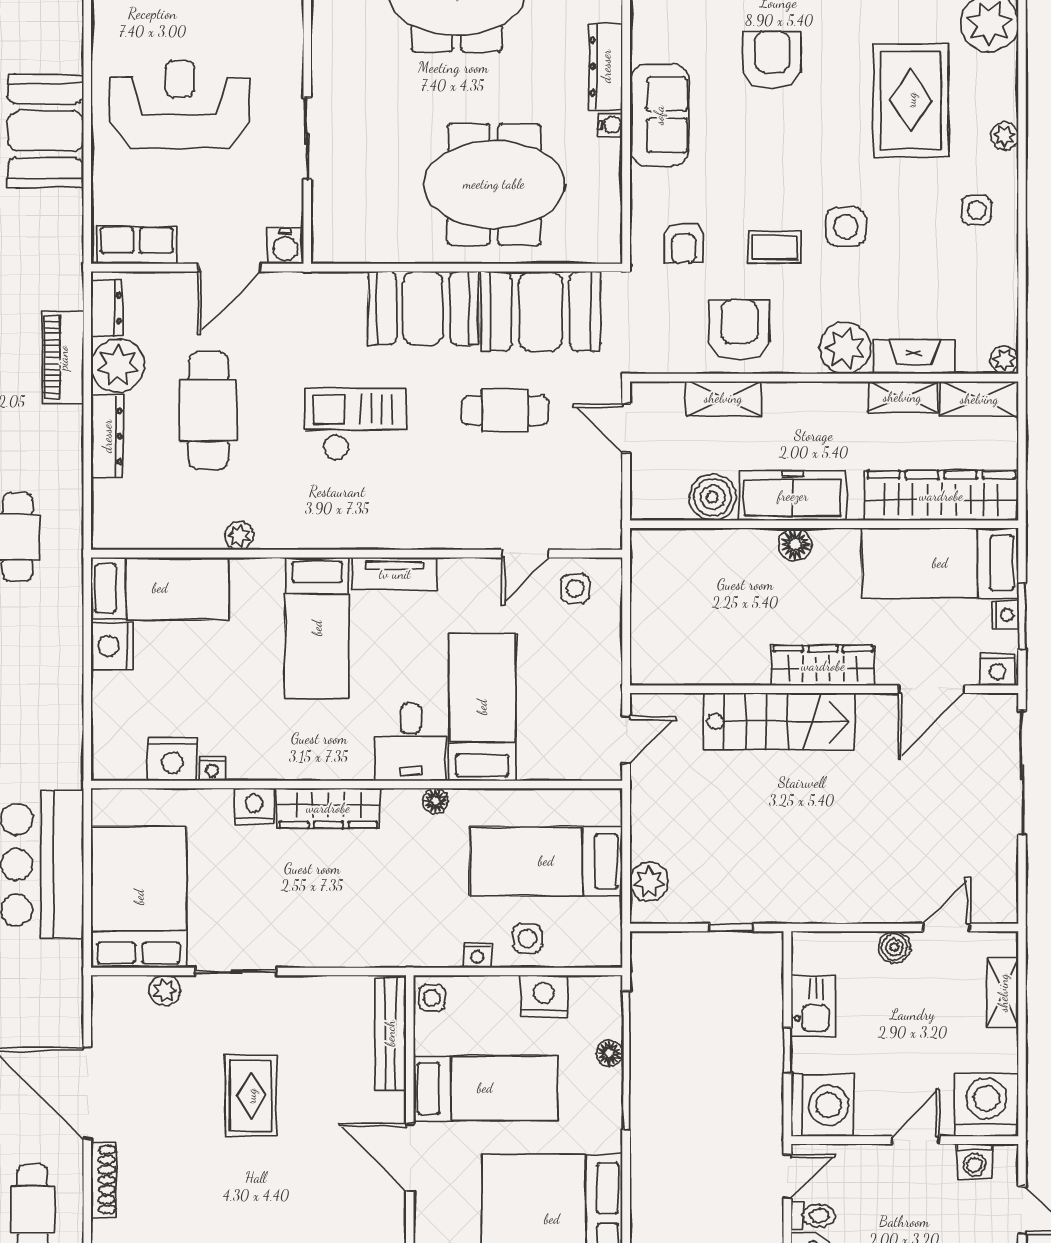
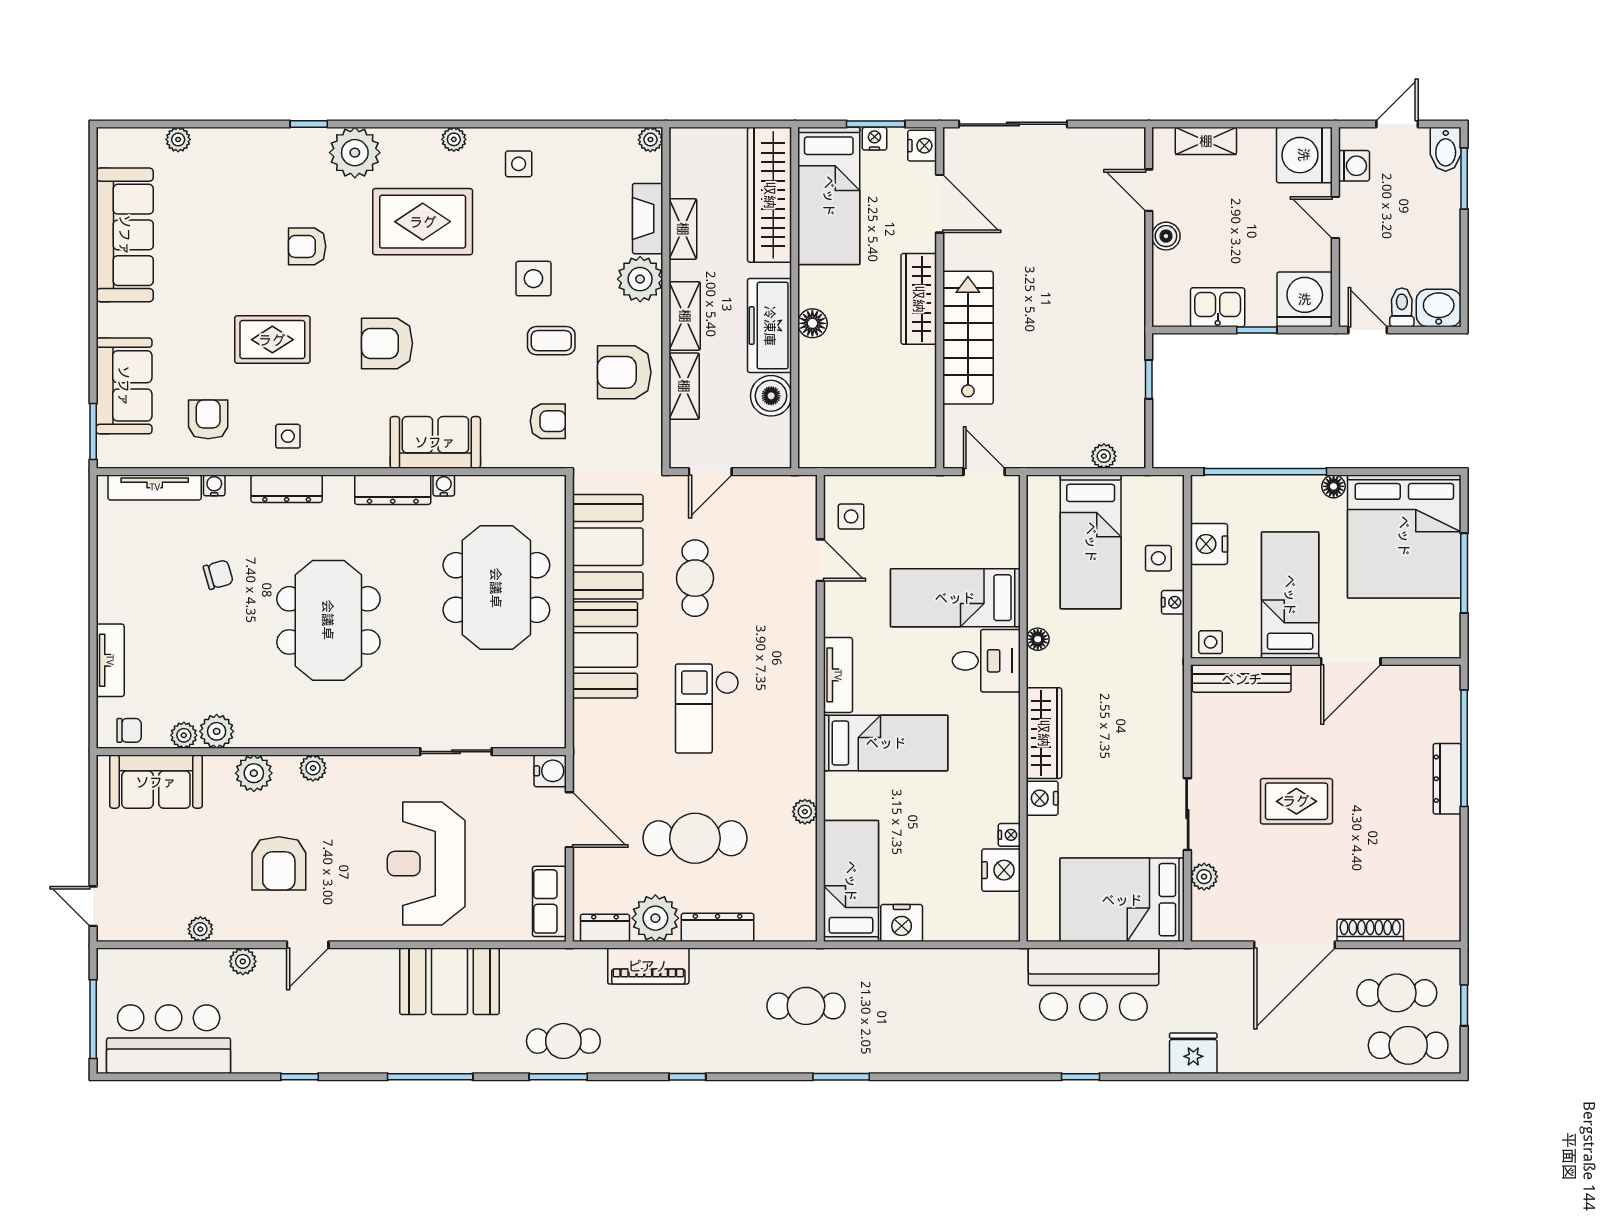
coffee table: (775, 247) -> (551, 341), turned 90
shelving: (979, 399) -> (685, 316), moved
plant: (649, 882) -> (1104, 456), width x0.73, depth x0.73
floor lamp: (609, 1053) -> (1334, 486), moved

